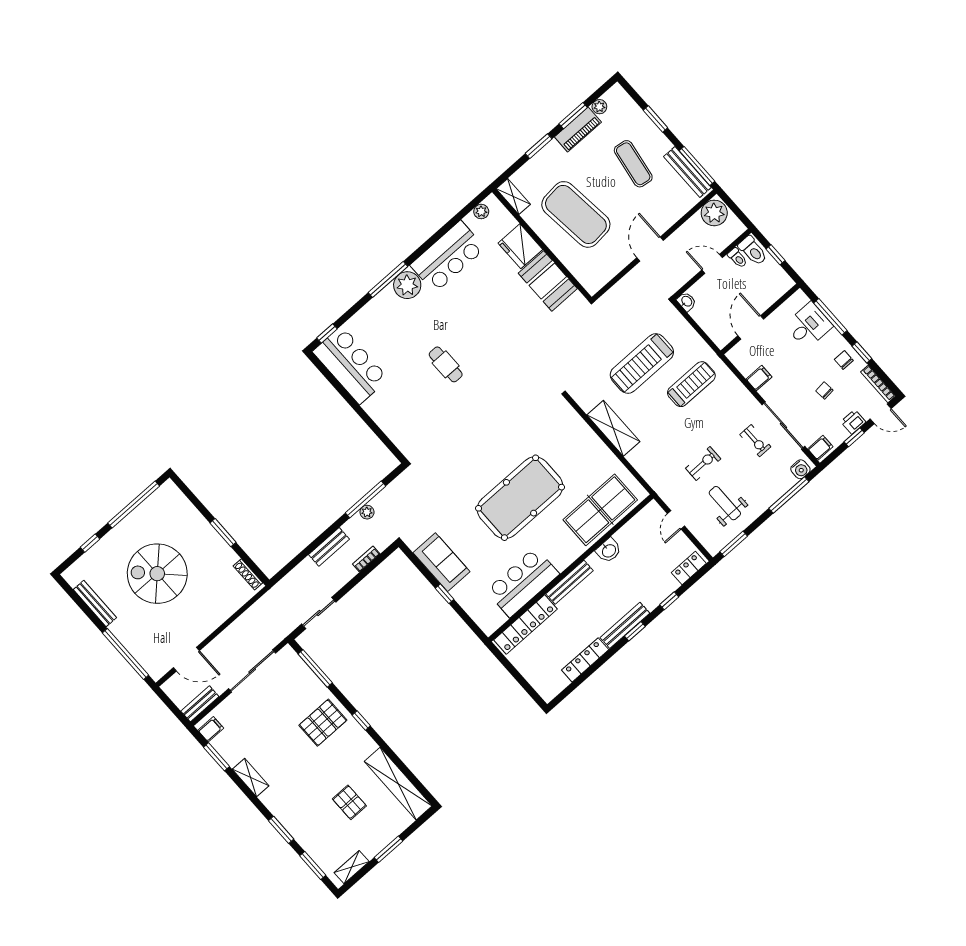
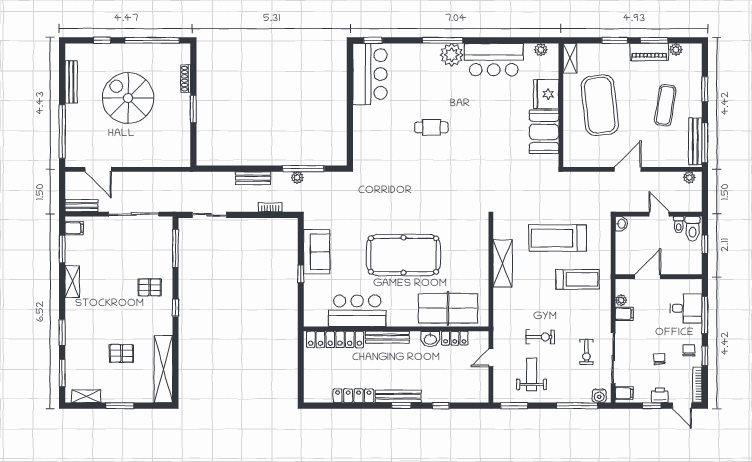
plant: (714, 213) -> (689, 177), width x0.53, depth x0.53
cafe table: (446, 364) -> (431, 127), turned 90
plant: (746, 369) -> (621, 300), added
locker: (689, 568) -> (455, 338), moved, turned 180
shoe rack: (248, 574) -> (186, 79), moved
pallet: (323, 723) -> (150, 287), width x0.67, depth x0.71
pallet: (349, 802) -> (121, 353), turned 90

